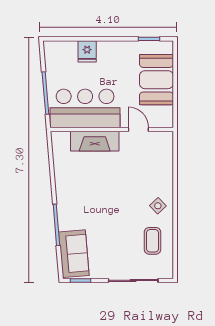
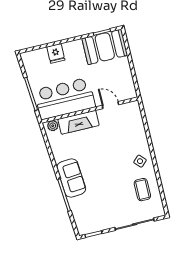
booth: (156, 80) -> (105, 47), moved, turned 90
plant: (63, 138) -> (53, 126), added
sofa: (74, 254) -> (71, 178), moved

